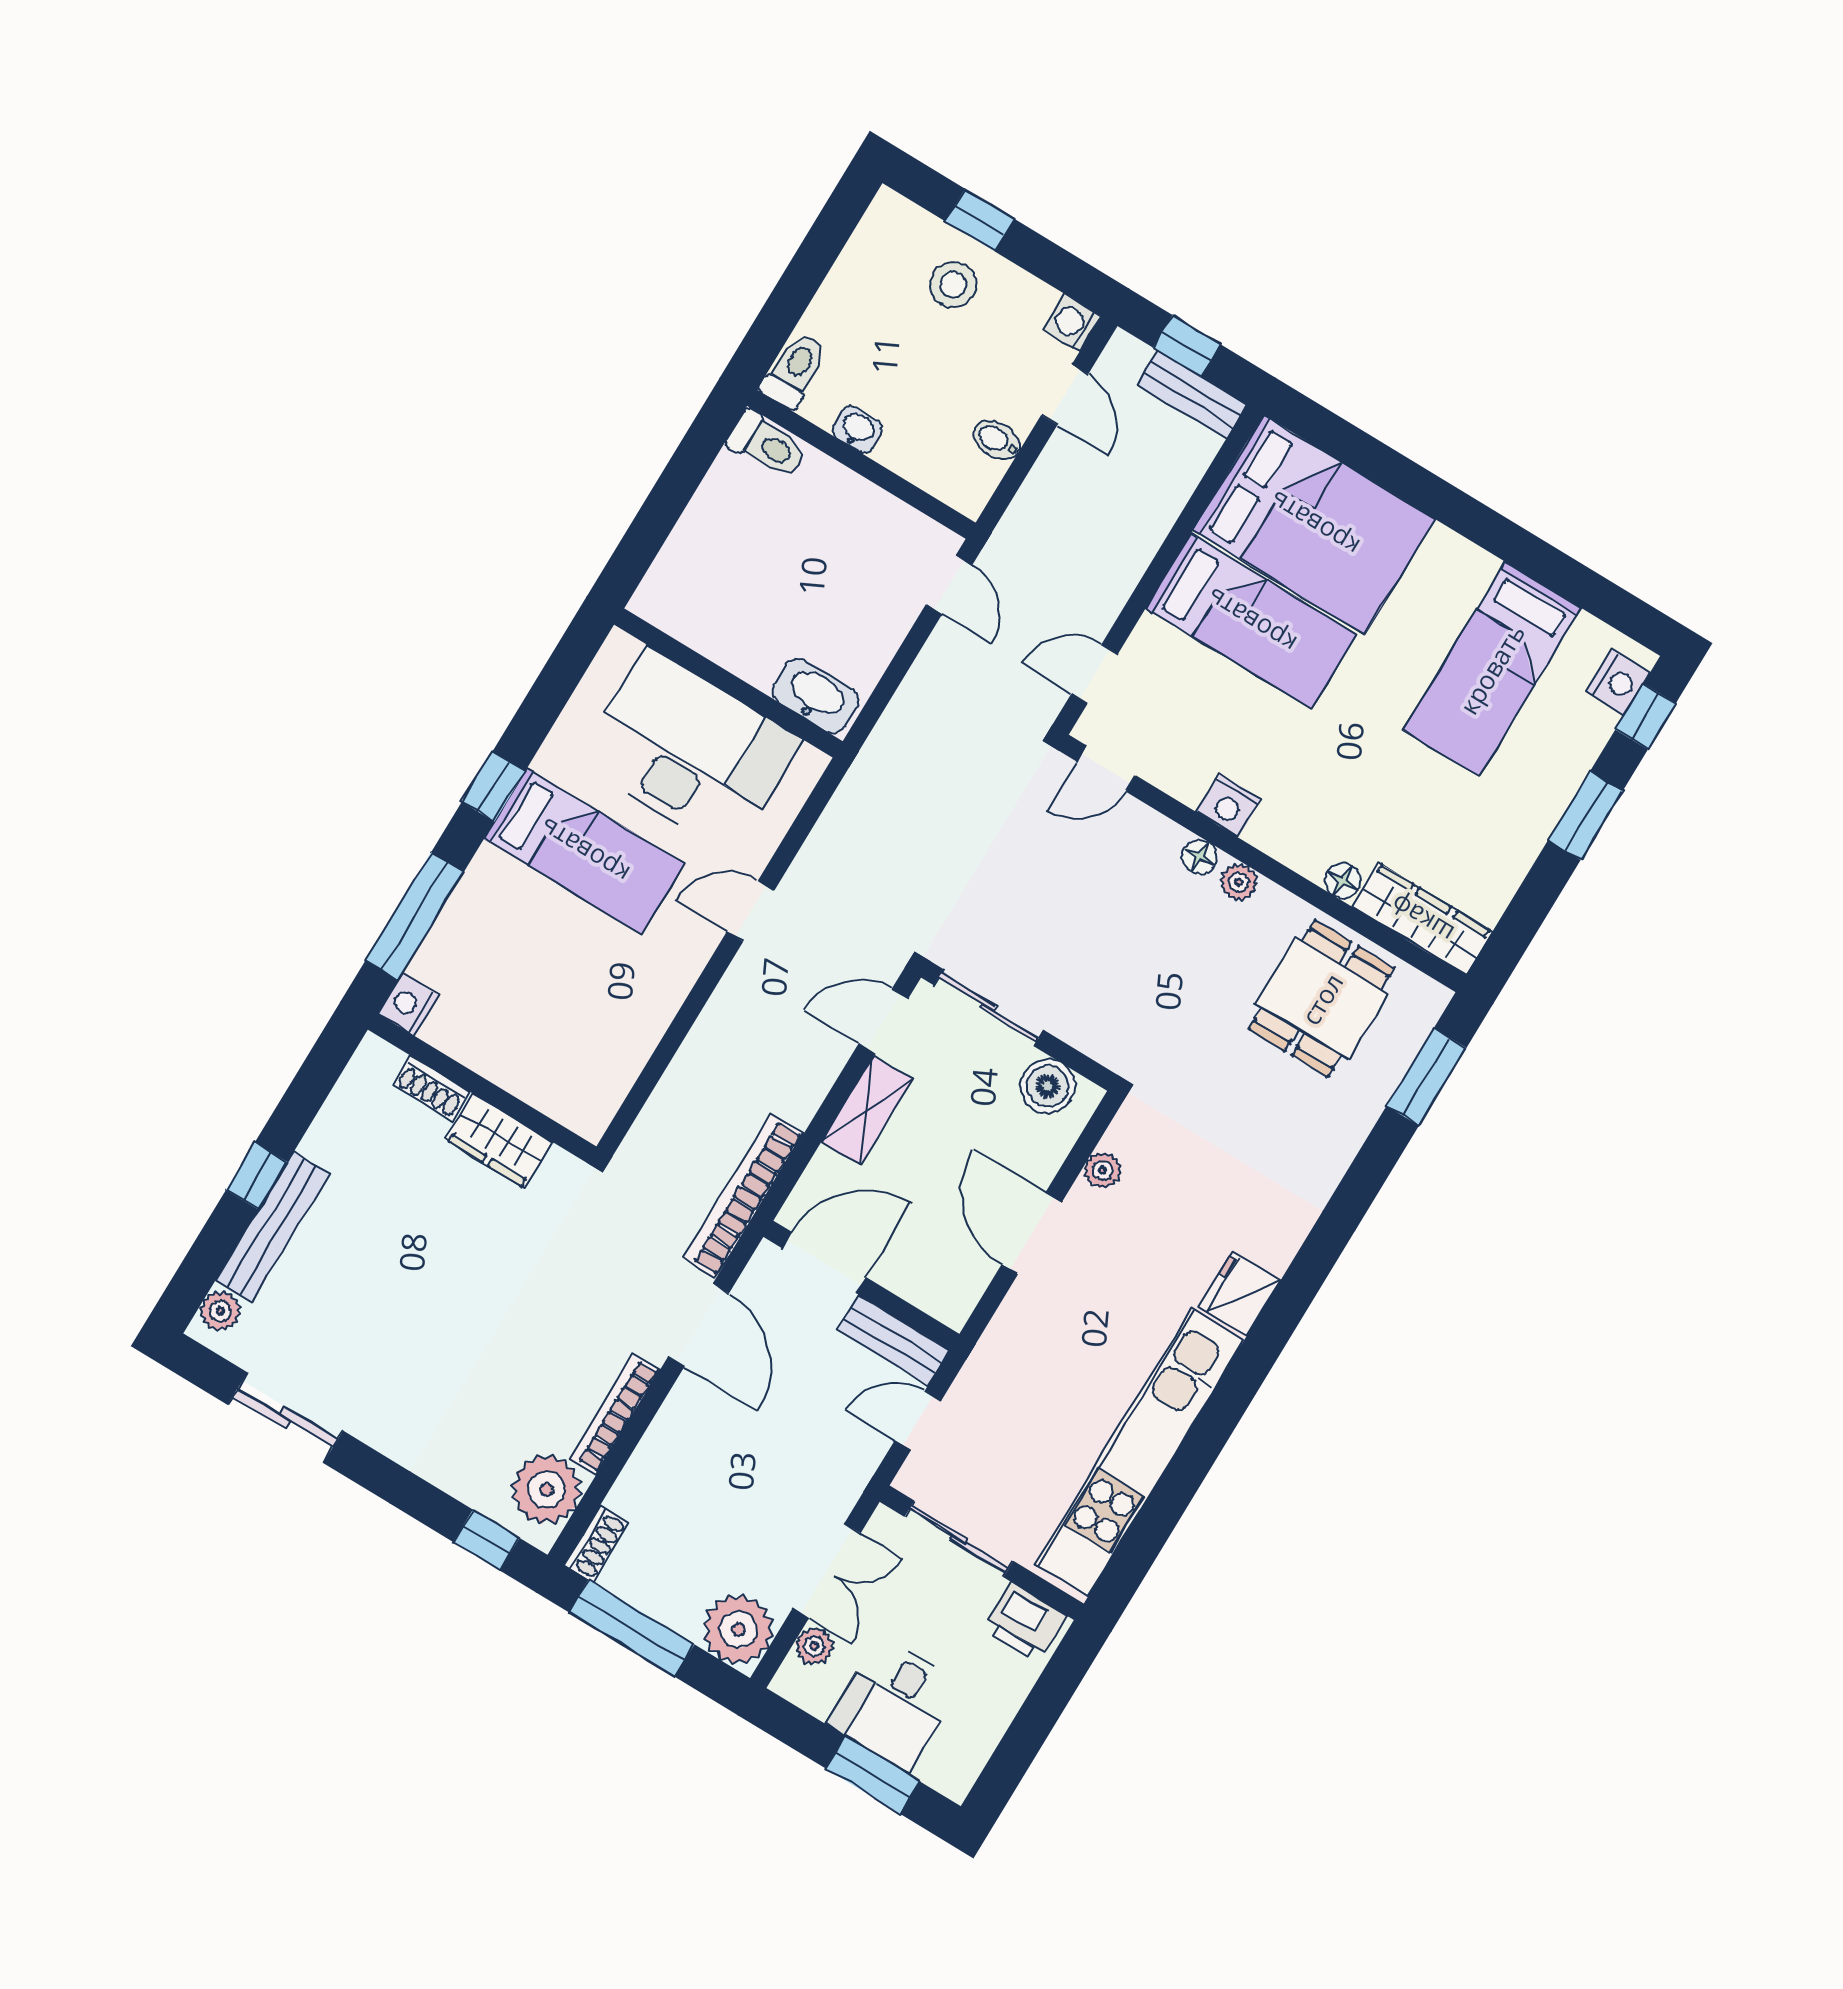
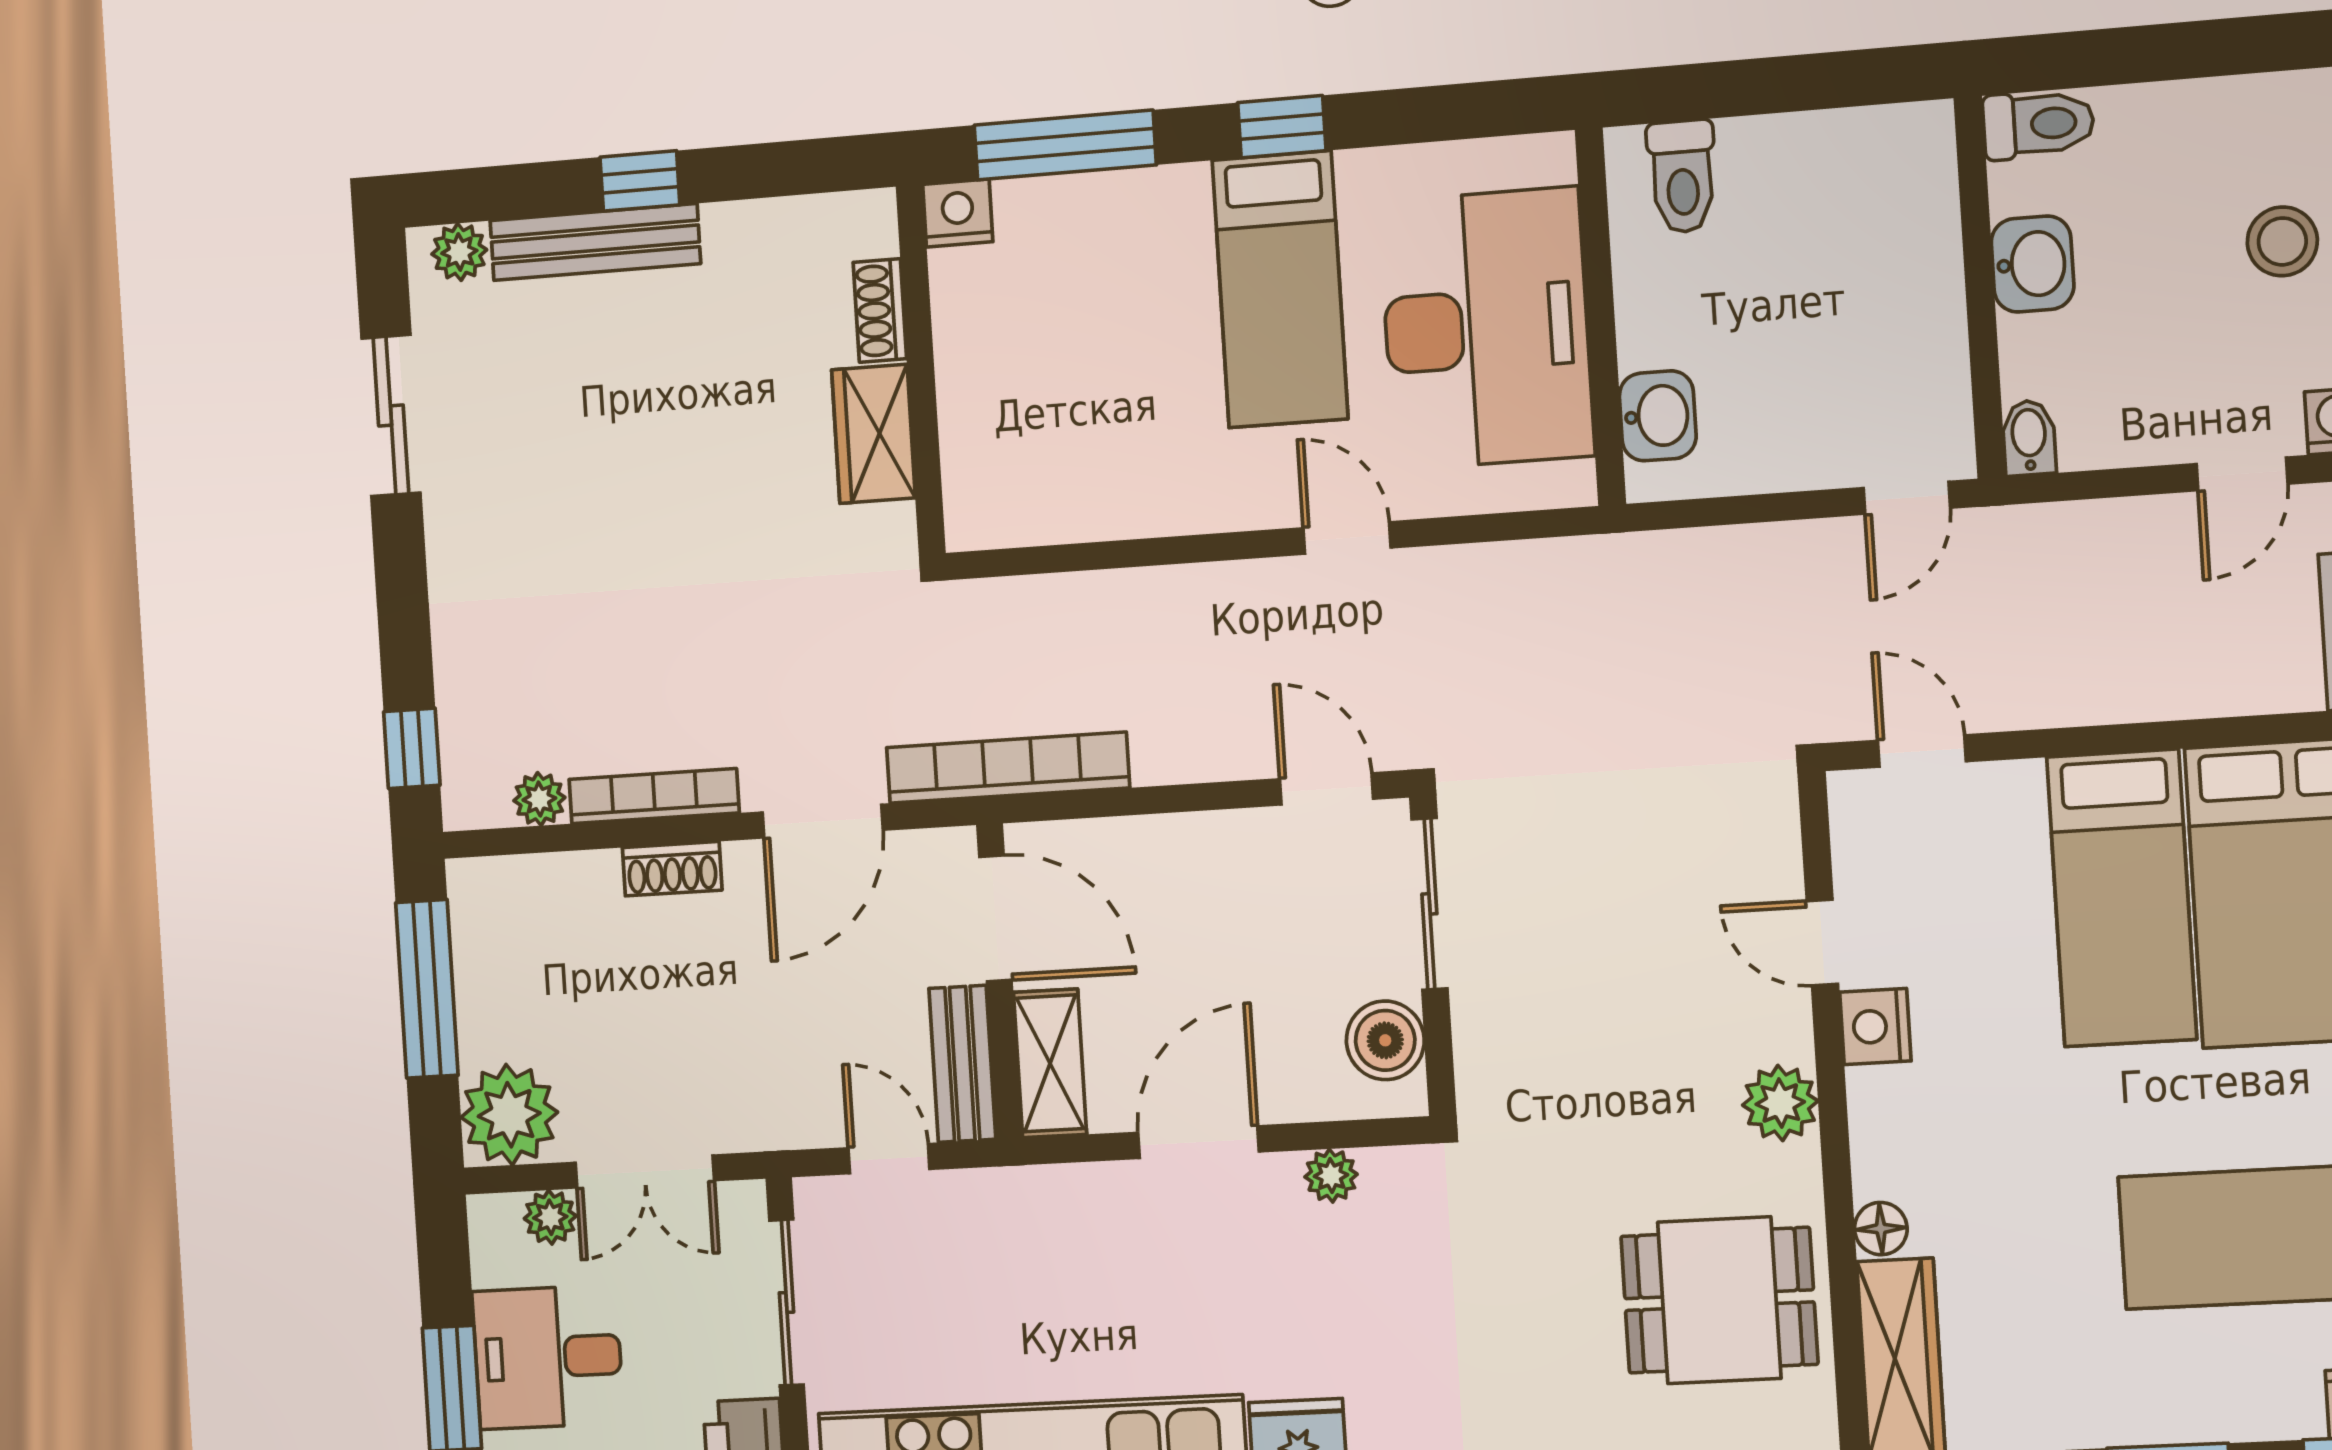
washbasin: (857, 429) -> (2033, 264), width x1.38, depth x1.45
bidet: (997, 440) -> (2029, 438), moved
toilet: (767, 445) -> (1682, 176), moved
washbasin: (816, 696) -> (1658, 416), width x0.72
door: (1106, 769) -> (1822, 942), moved
floor lamp: (1200, 857) -> (1788, 1033), removed
plant: (1239, 882) -> (1780, 1103), width x1.38, depth x1.38
shelving: (867, 1110) -> (1050, 1063), moved, turned 90
plant: (546, 1489) -> (539, 799), width x0.53, depth x0.53
shoe rack: (597, 1544) -> (672, 869), moved

